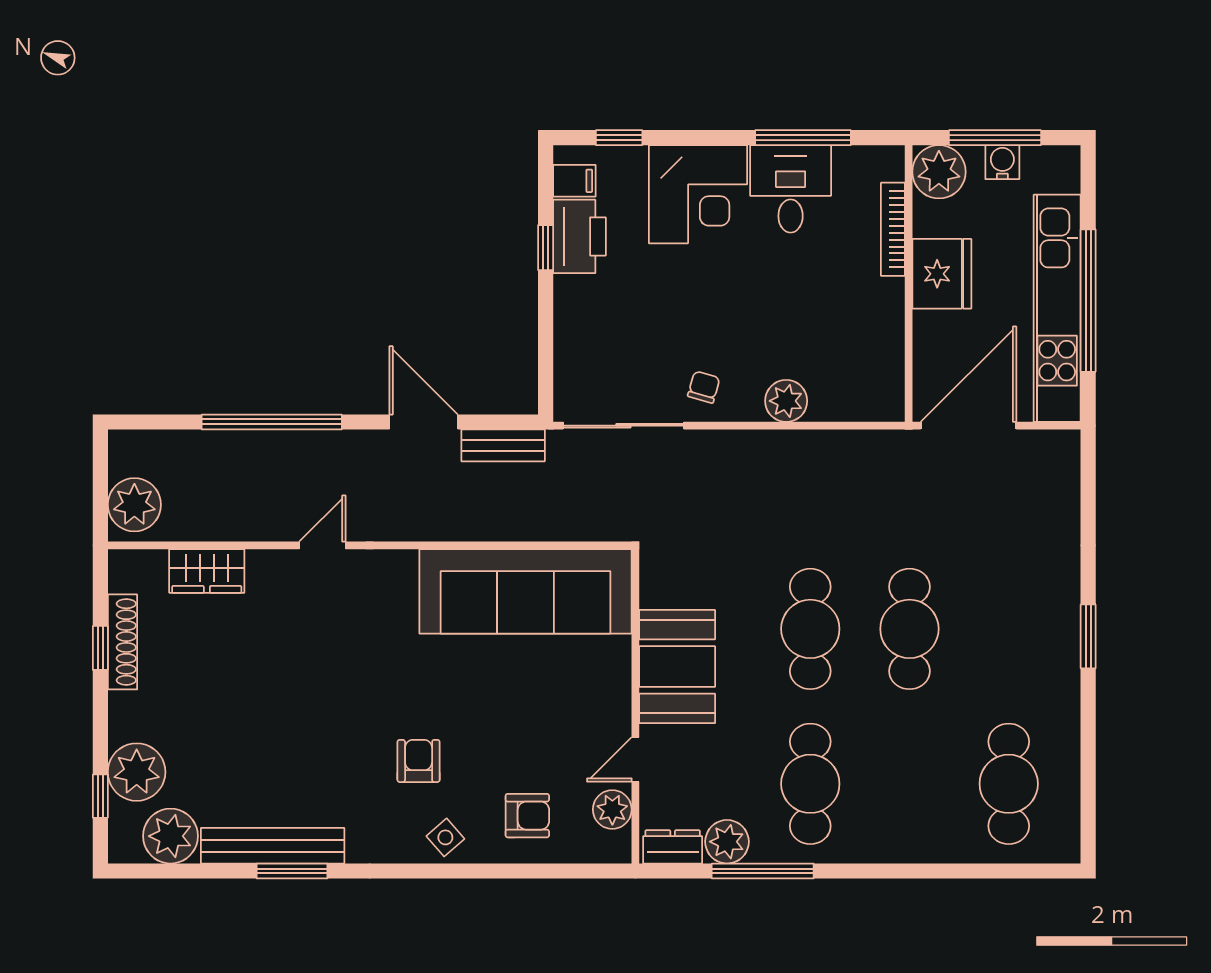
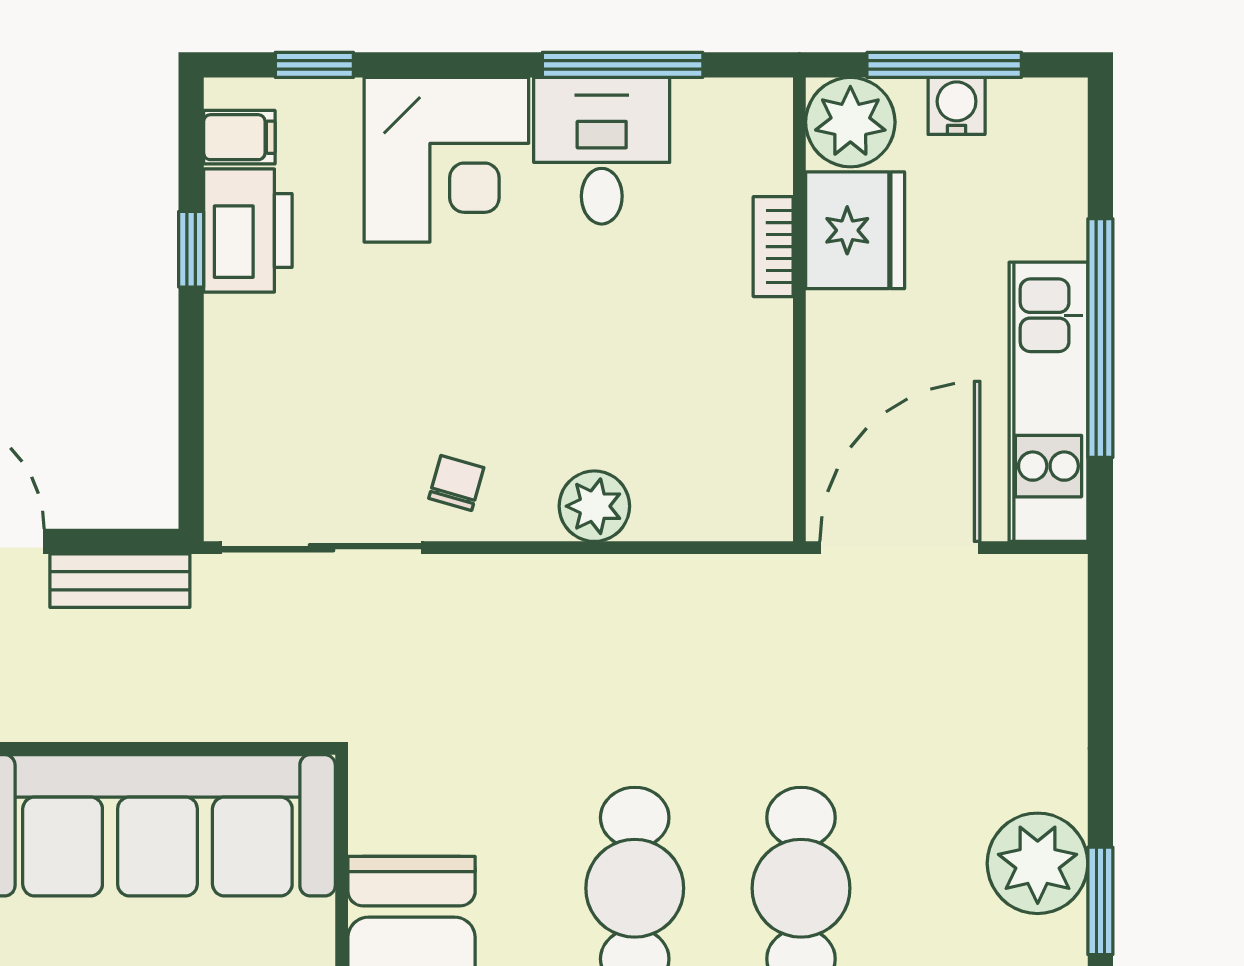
bookcase: (893, 229) -> (773, 247), width x0.64
fridge: (942, 274) -> (855, 230), moved
kitchen unit: (1057, 308) -> (1048, 402), width x0.73
plant: (1051, 614) -> (1038, 863), added

